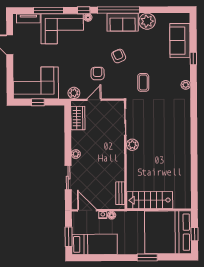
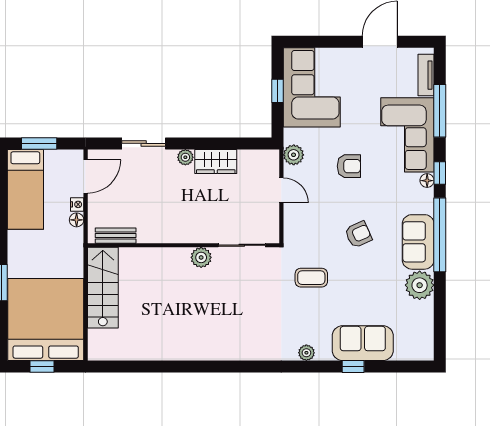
sofa: (180, 41) -> (363, 343), moved
armchair: (98, 73) -> (349, 166), moved
wardrobe: (78, 118) -> (216, 161), moved

